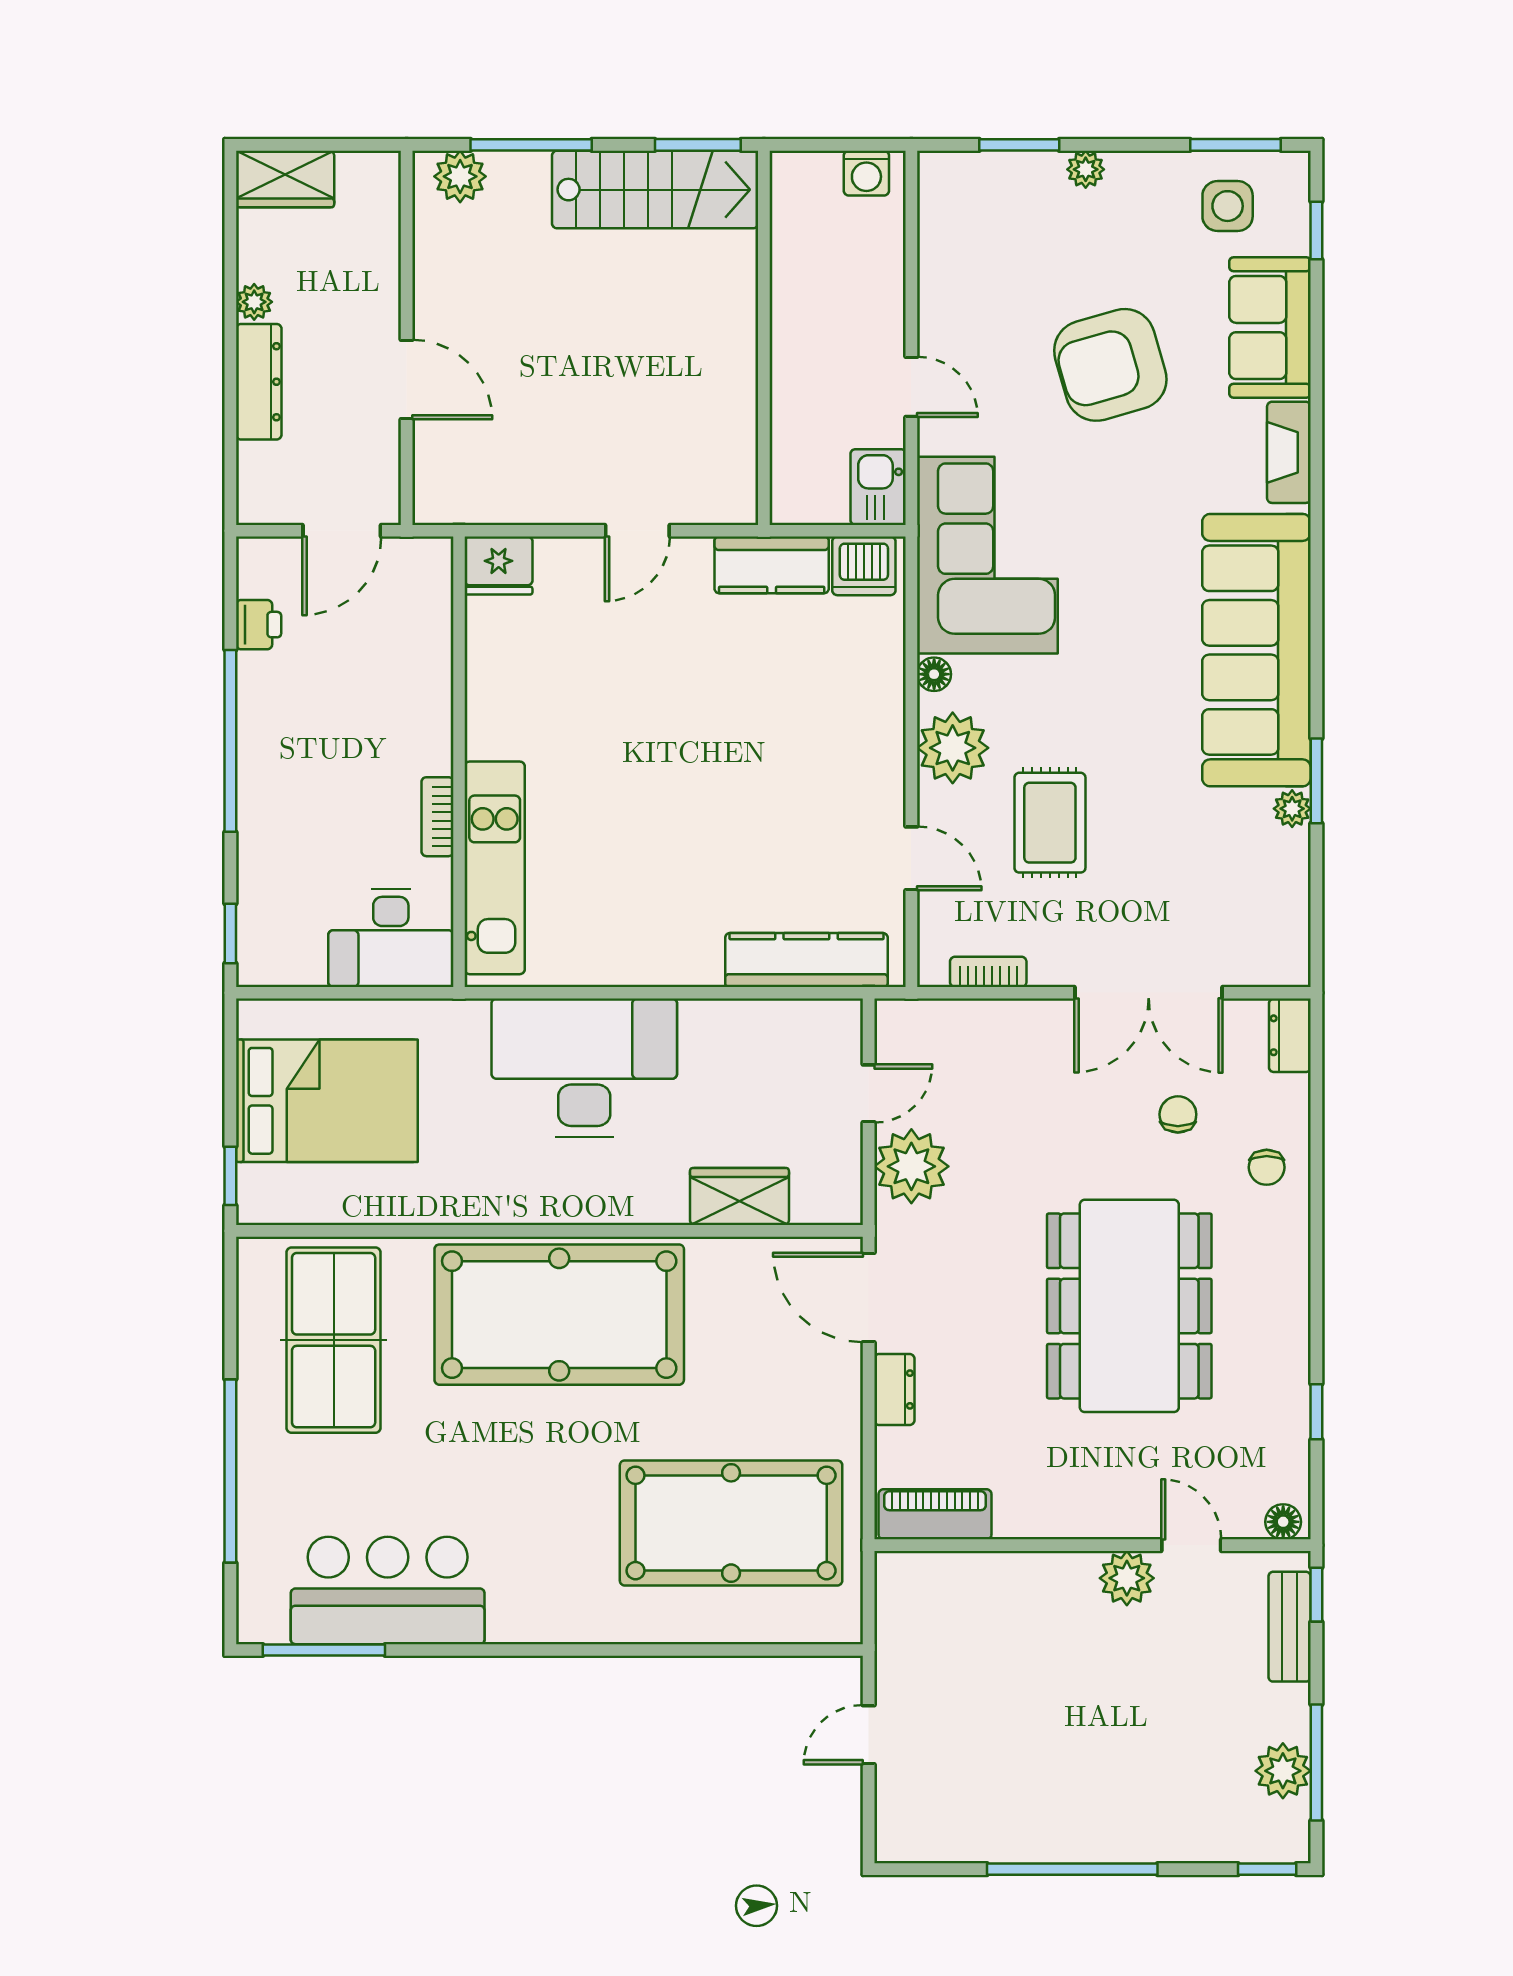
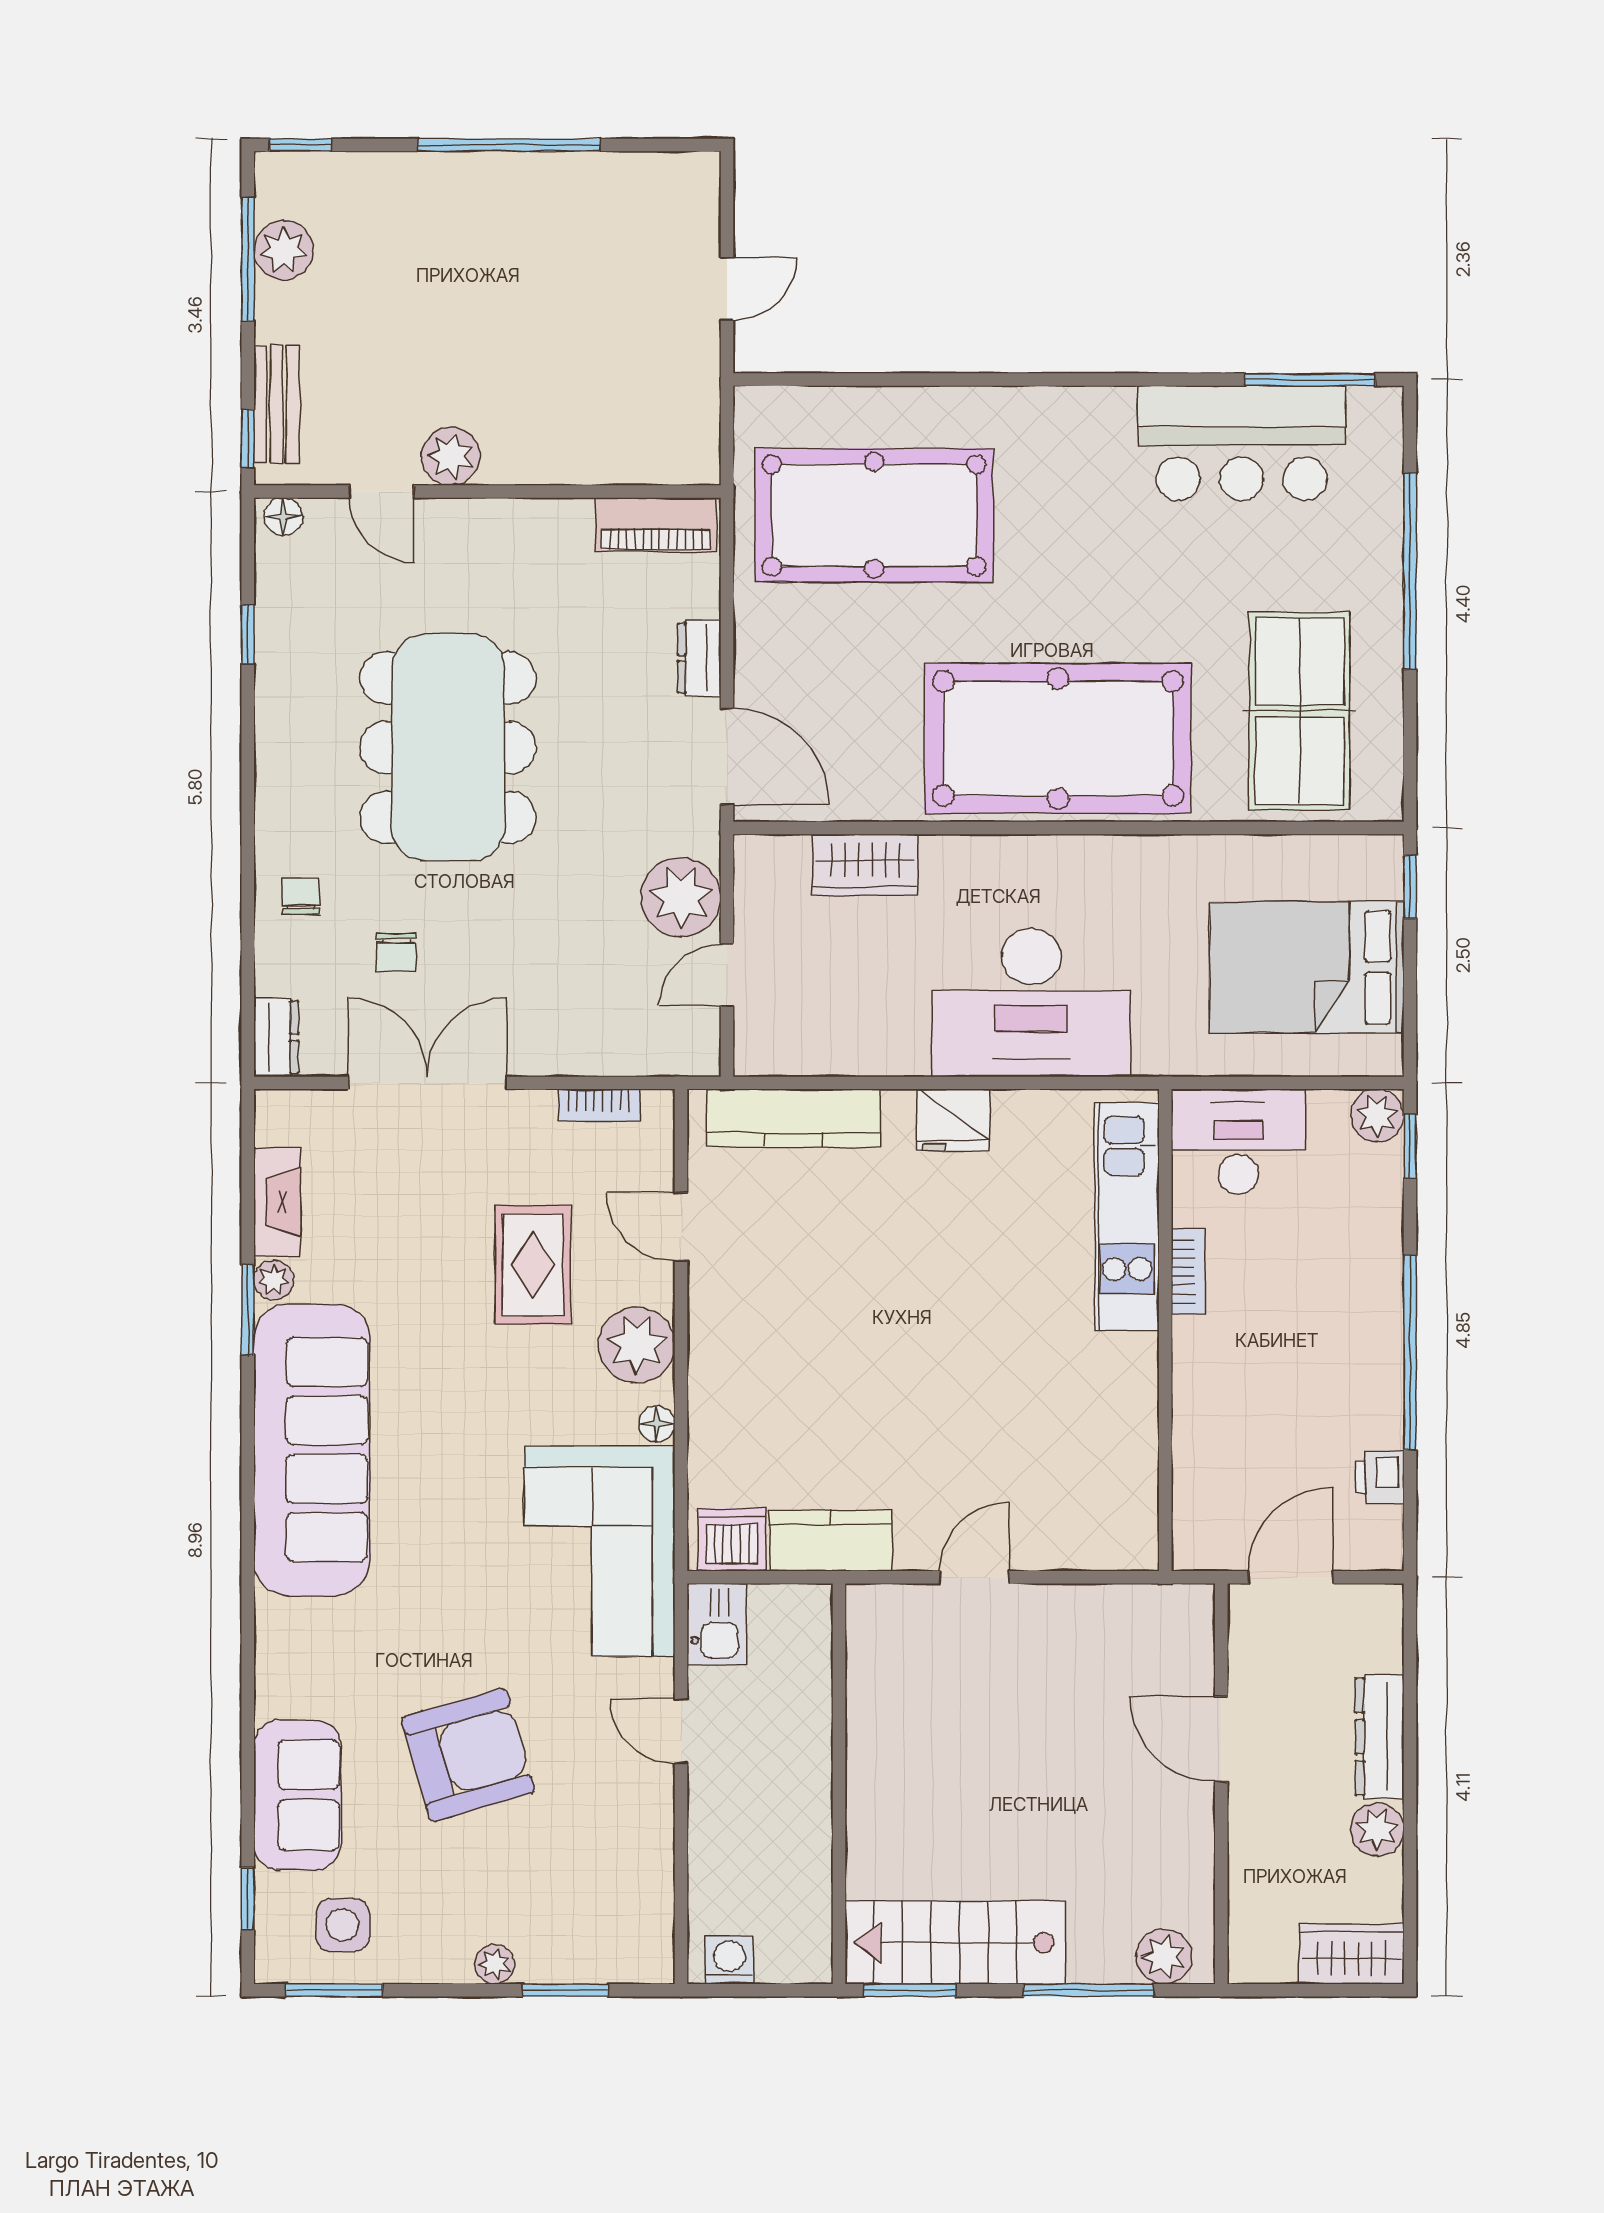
plant: (254, 302) -> (1377, 1829), width x1.38, depth x1.38
fireplace: (1289, 452) -> (277, 1202), moved
fridge: (499, 566) -> (953, 1120), moved, turned 180
plant: (261, 962) -> (1377, 1115), added

